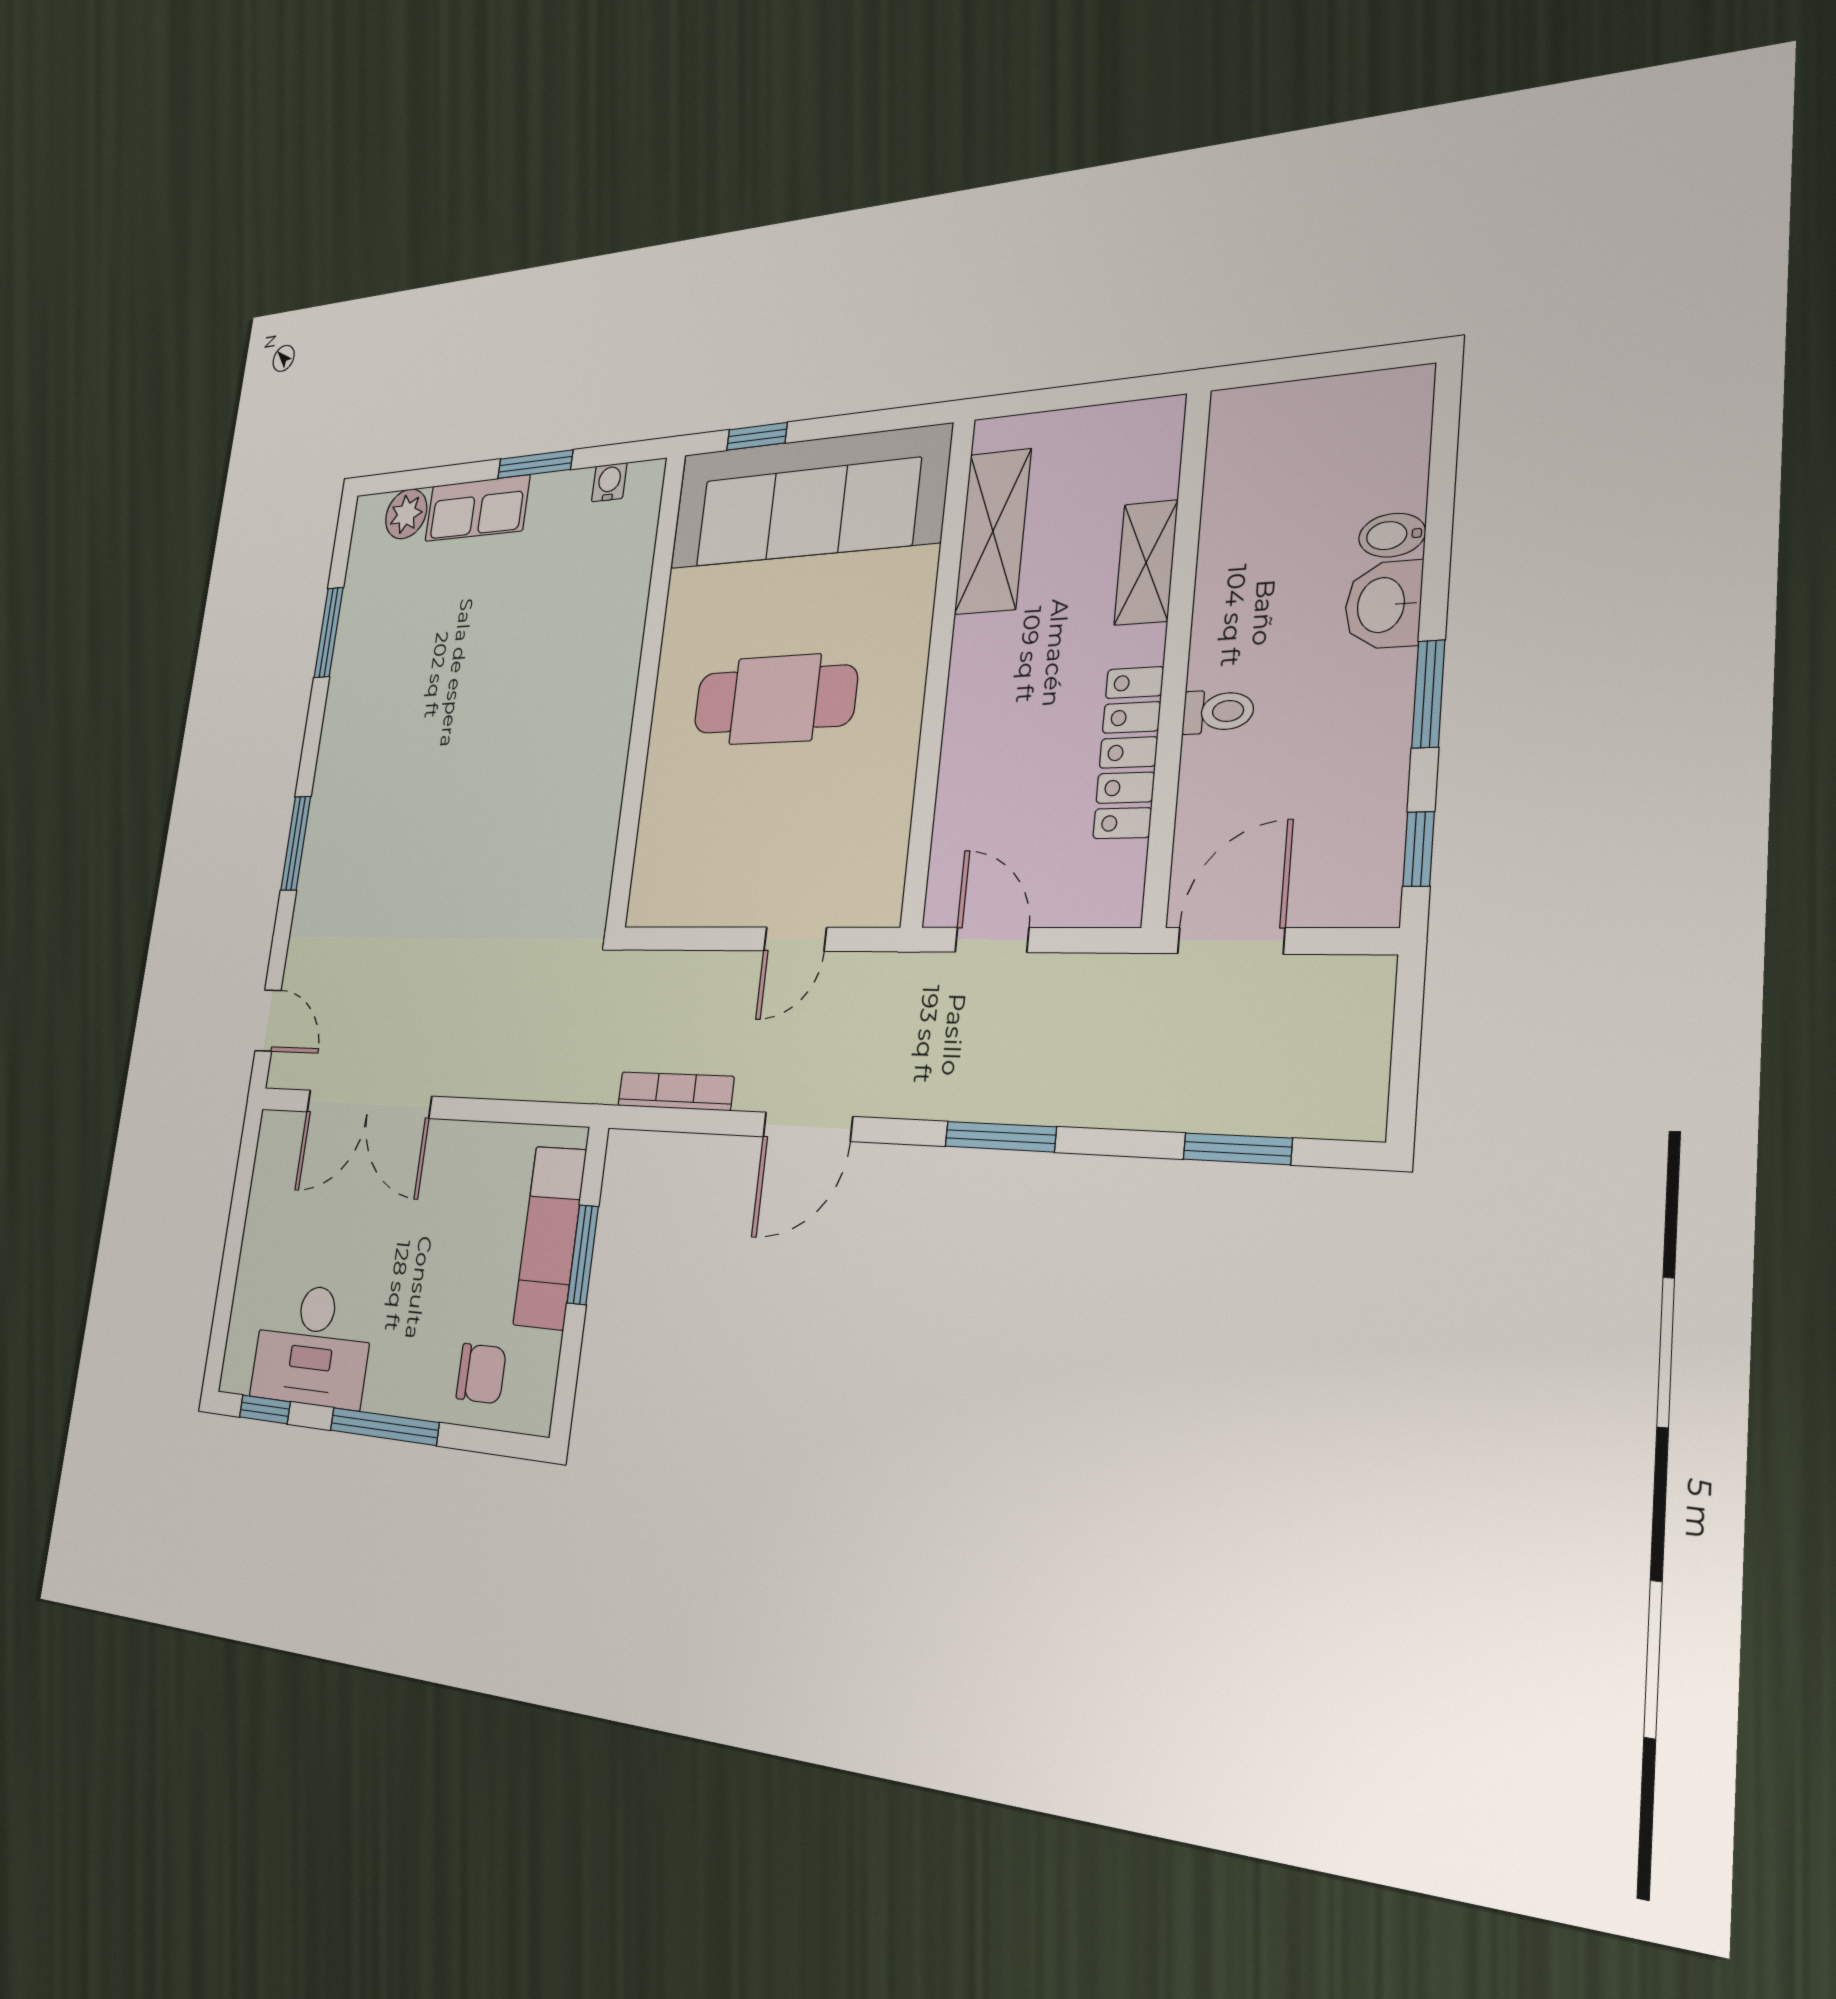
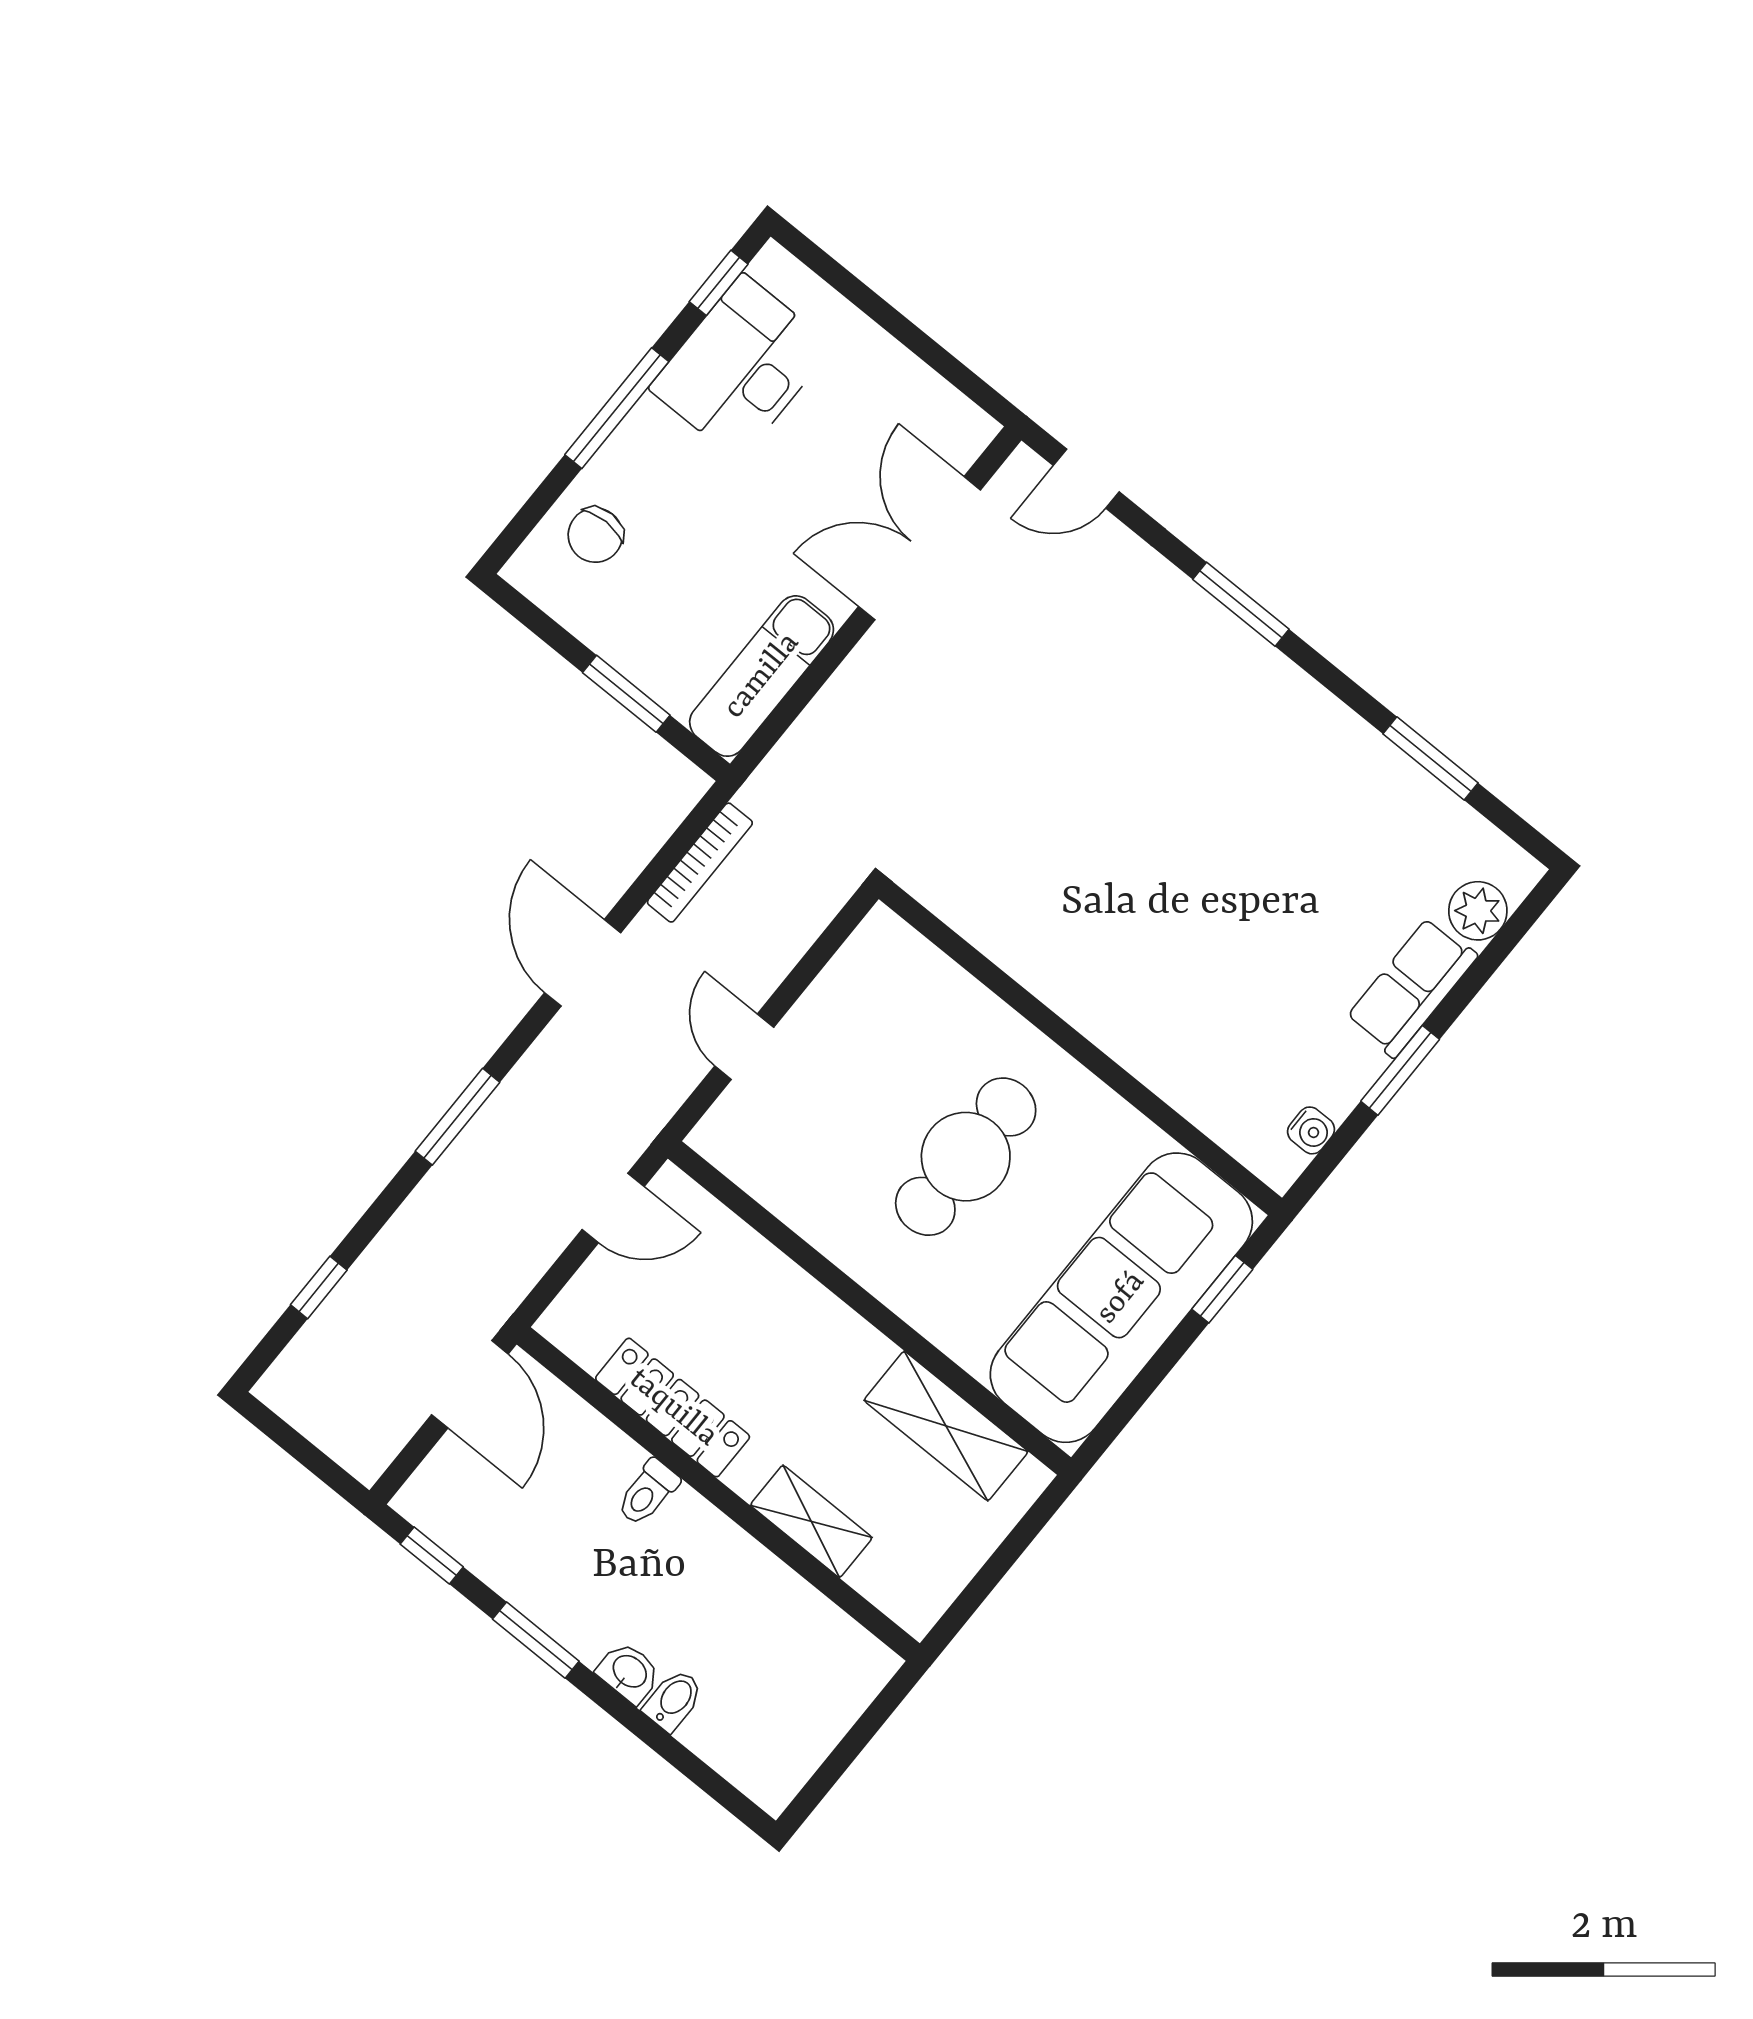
washbasin: (1383, 605) -> (629, 1672), width x0.72, depth x0.69
window: (1237, 1149) -> (319, 1287), width x0.67
exam couch: (550, 1237) -> (762, 676), moved, turned -90

